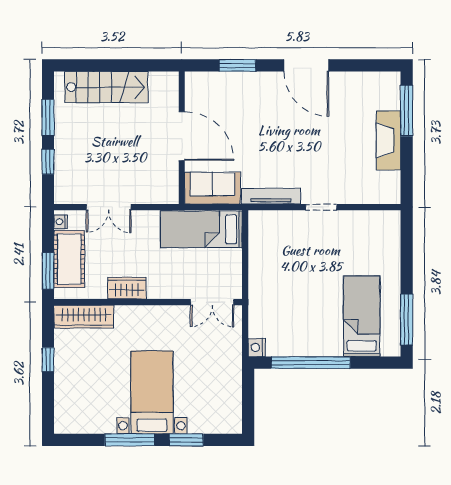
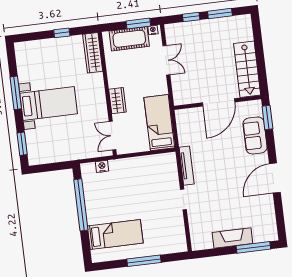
window: (237, 65) -> (267, 118), moved
stairs: (106, 87) -> (247, 69), moved
sofa: (212, 188) -> (255, 135), moved, turned 180
double door: (109, 207) -> (166, 60), swing flipped
window: (48, 271) -> (138, 23), moved
wardrobe: (127, 288) -> (117, 101), moved
window: (407, 320) -> (144, 261), moved
nightstand: (257, 347) -> (102, 166), moved
window: (186, 440) -> (22, 144), moved

